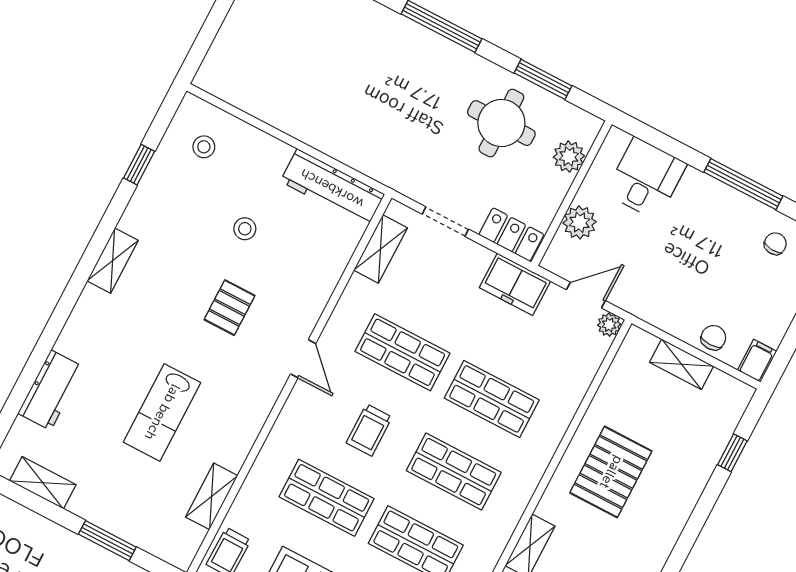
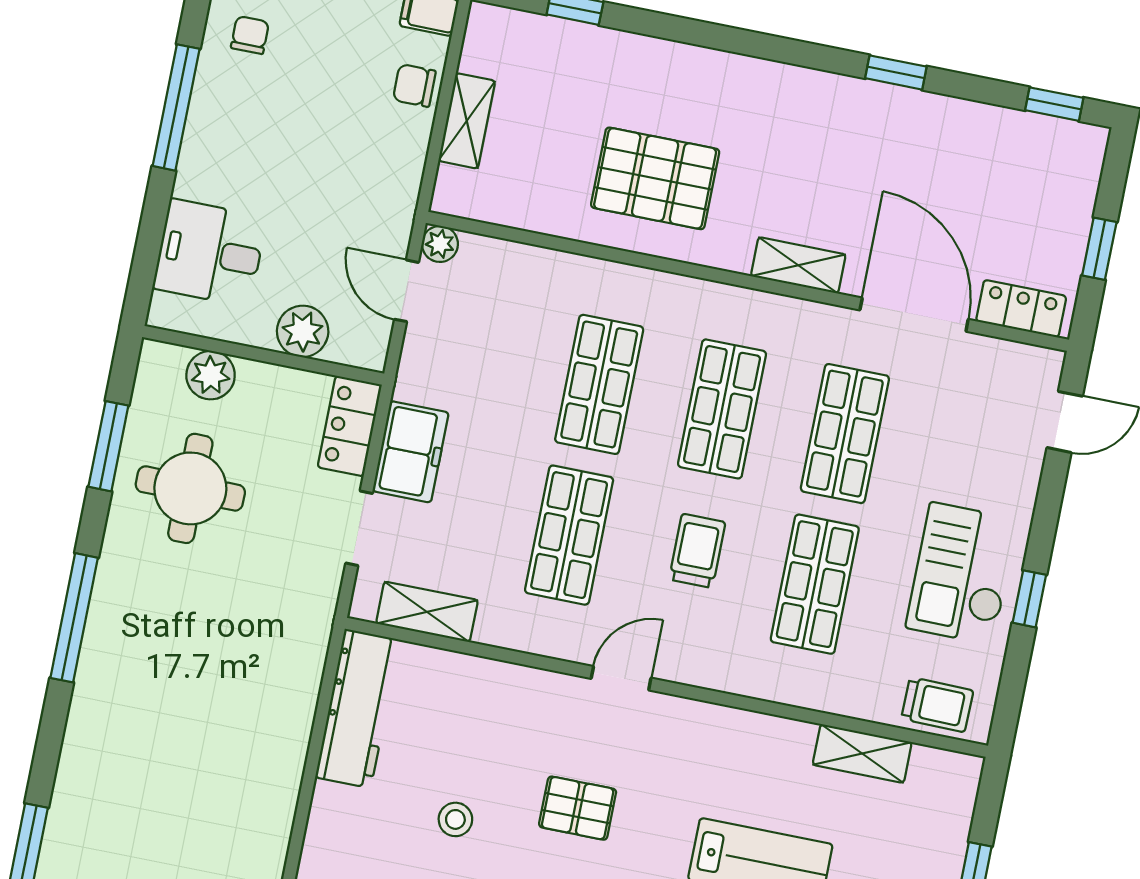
chair: (775, 244) -> (250, 35), turned 85
freezer: (515, 284) -> (411, 452), moved
trolley: (369, 430) -> (697, 551), turned -90

